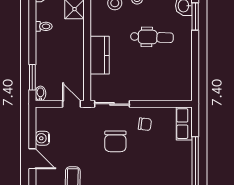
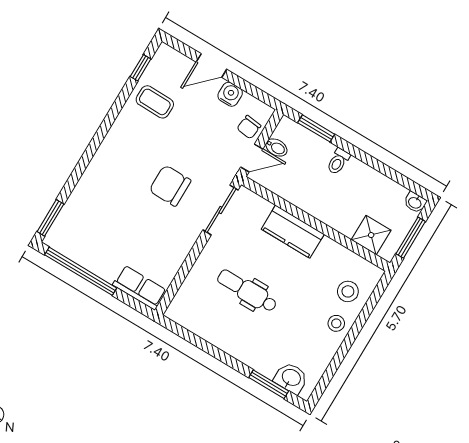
toilet: (44, 26) -> (338, 161), moved
dental chair: (152, 37) -> (247, 291), moved, turned 88
bidet: (40, 93) -> (276, 148), moved
chair: (145, 124) -> (249, 127), moved

